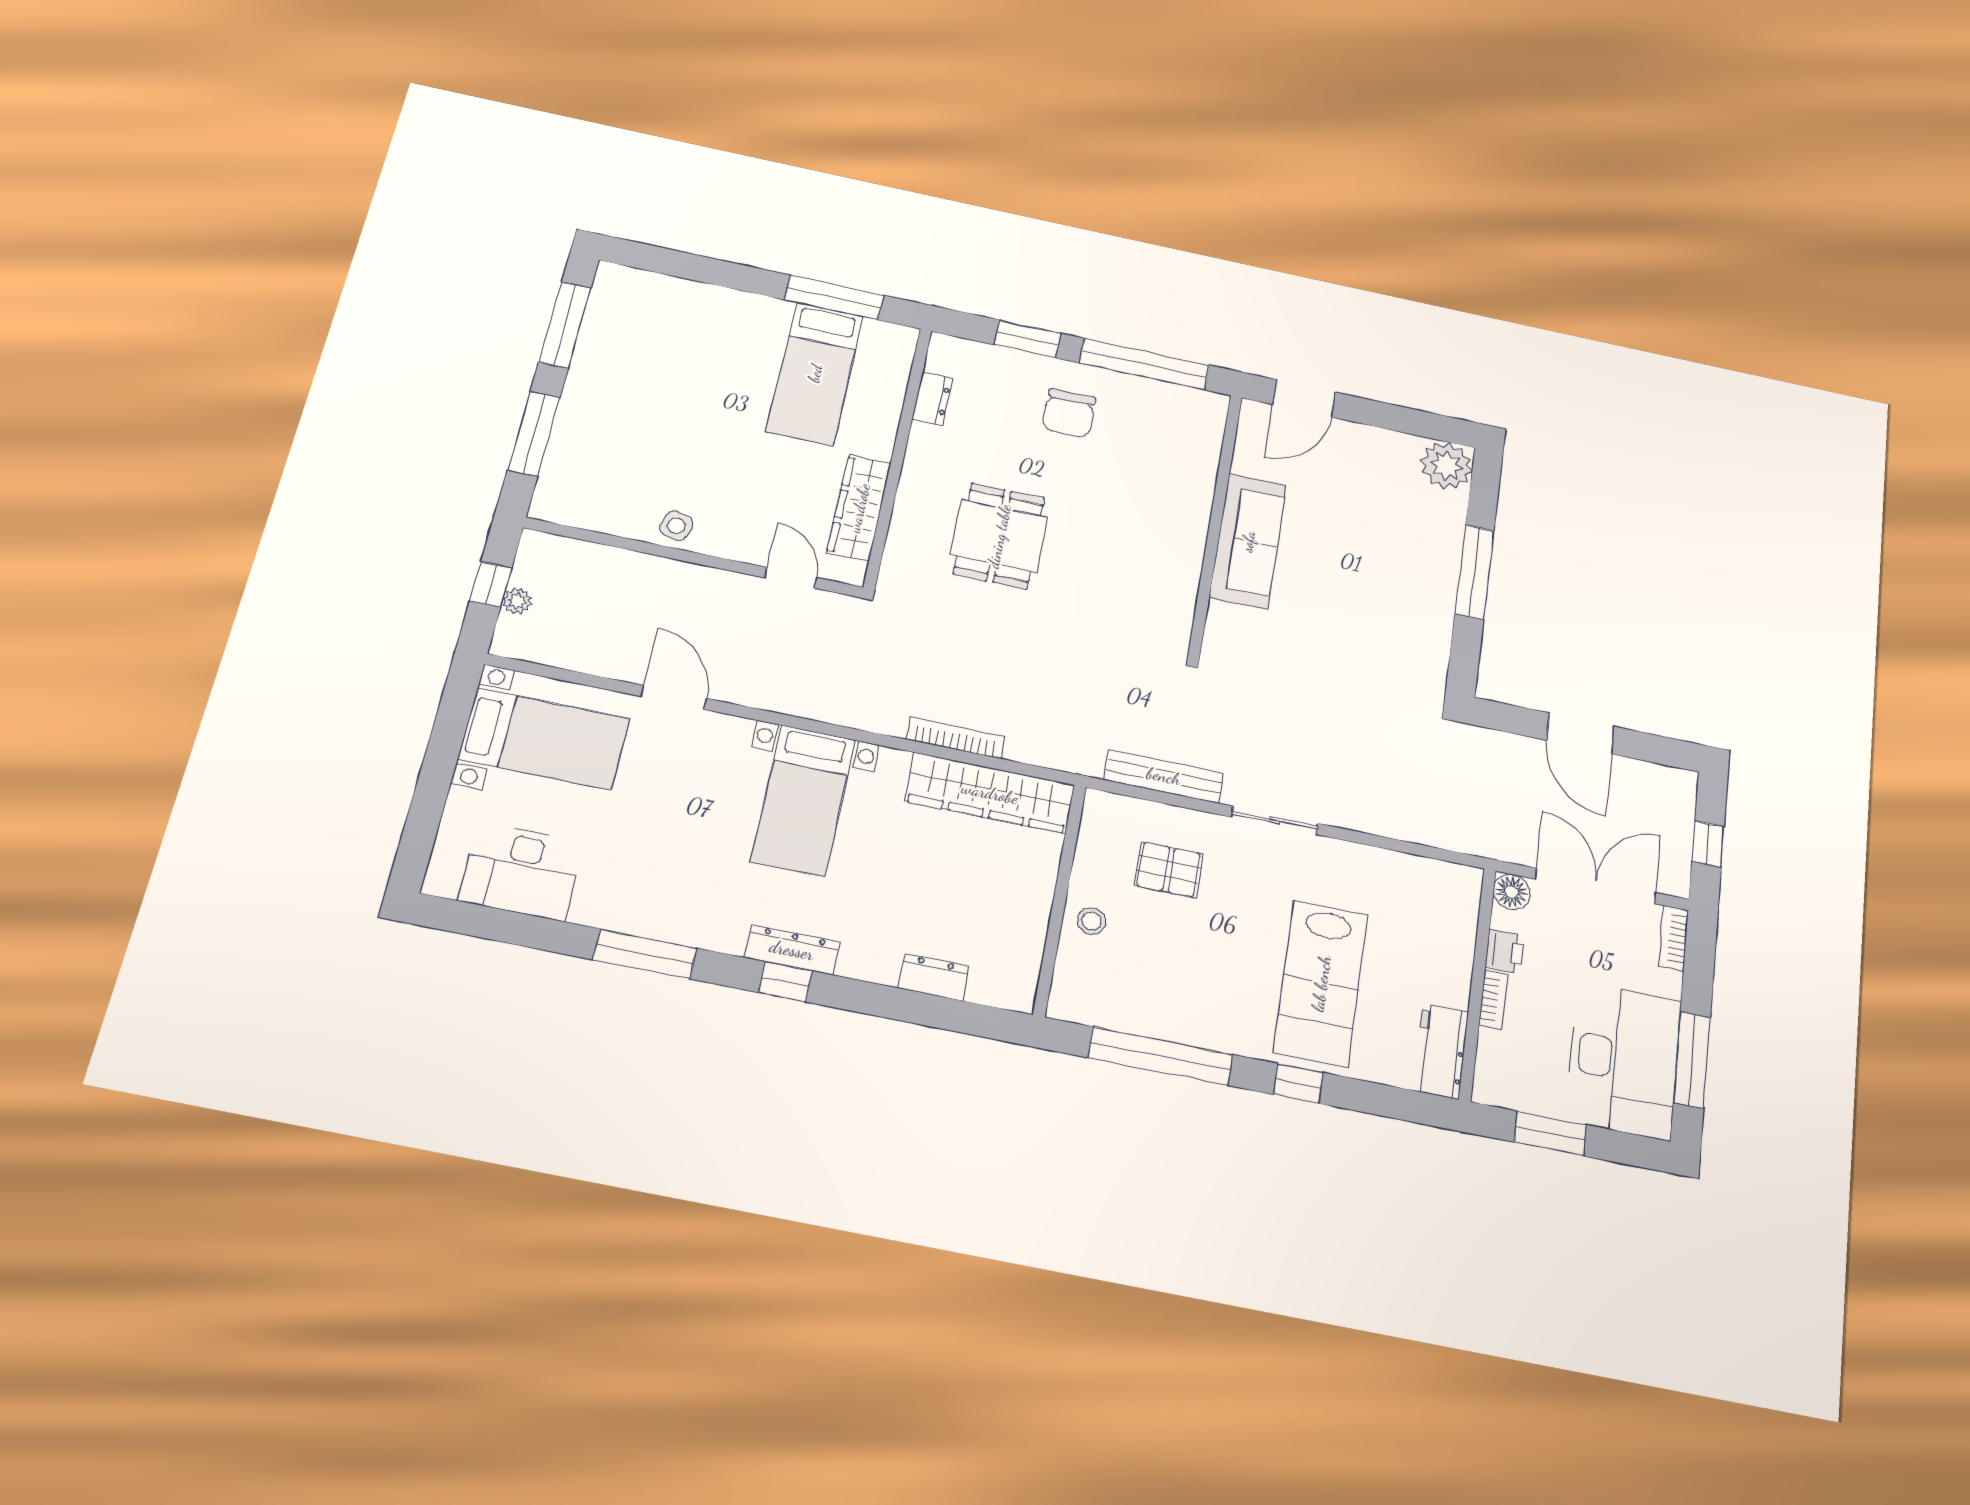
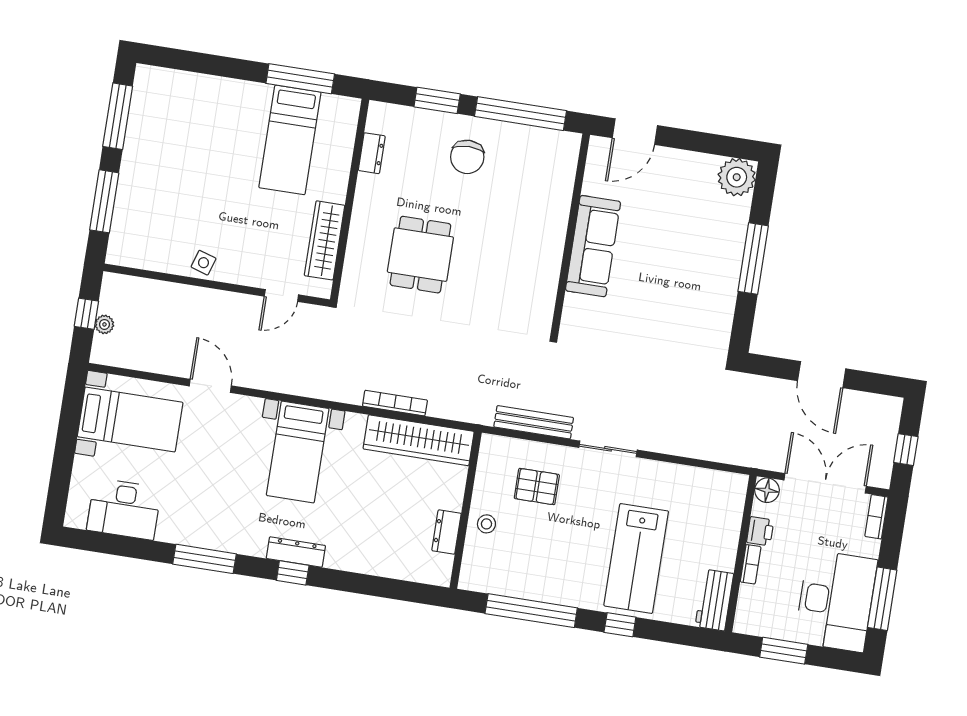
door: (791, 578) -> (281, 295), swing flipped
dresser: (933, 977) -> (446, 532), moved, turned -90

